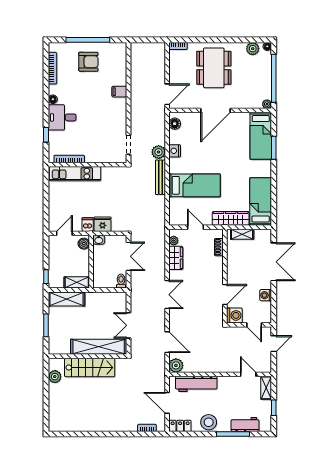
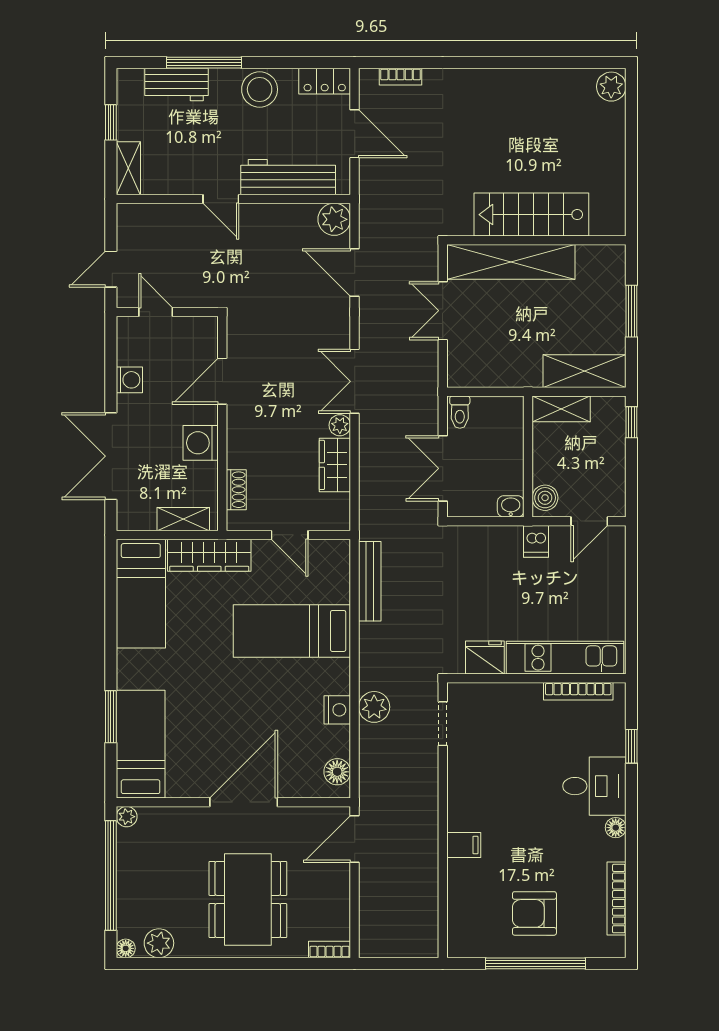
bench: (160, 177) -> (370, 581), moved
fridge: (103, 224) -> (485, 657), moved, turned 180
plant: (174, 241) -> (340, 425), moved
washing machine: (234, 315) -> (201, 443), moved
double door: (129, 325) -> (443, 311), swing flipped
door: (248, 374) -> (221, 199), moved
plant: (55, 377) -> (611, 87), moved

